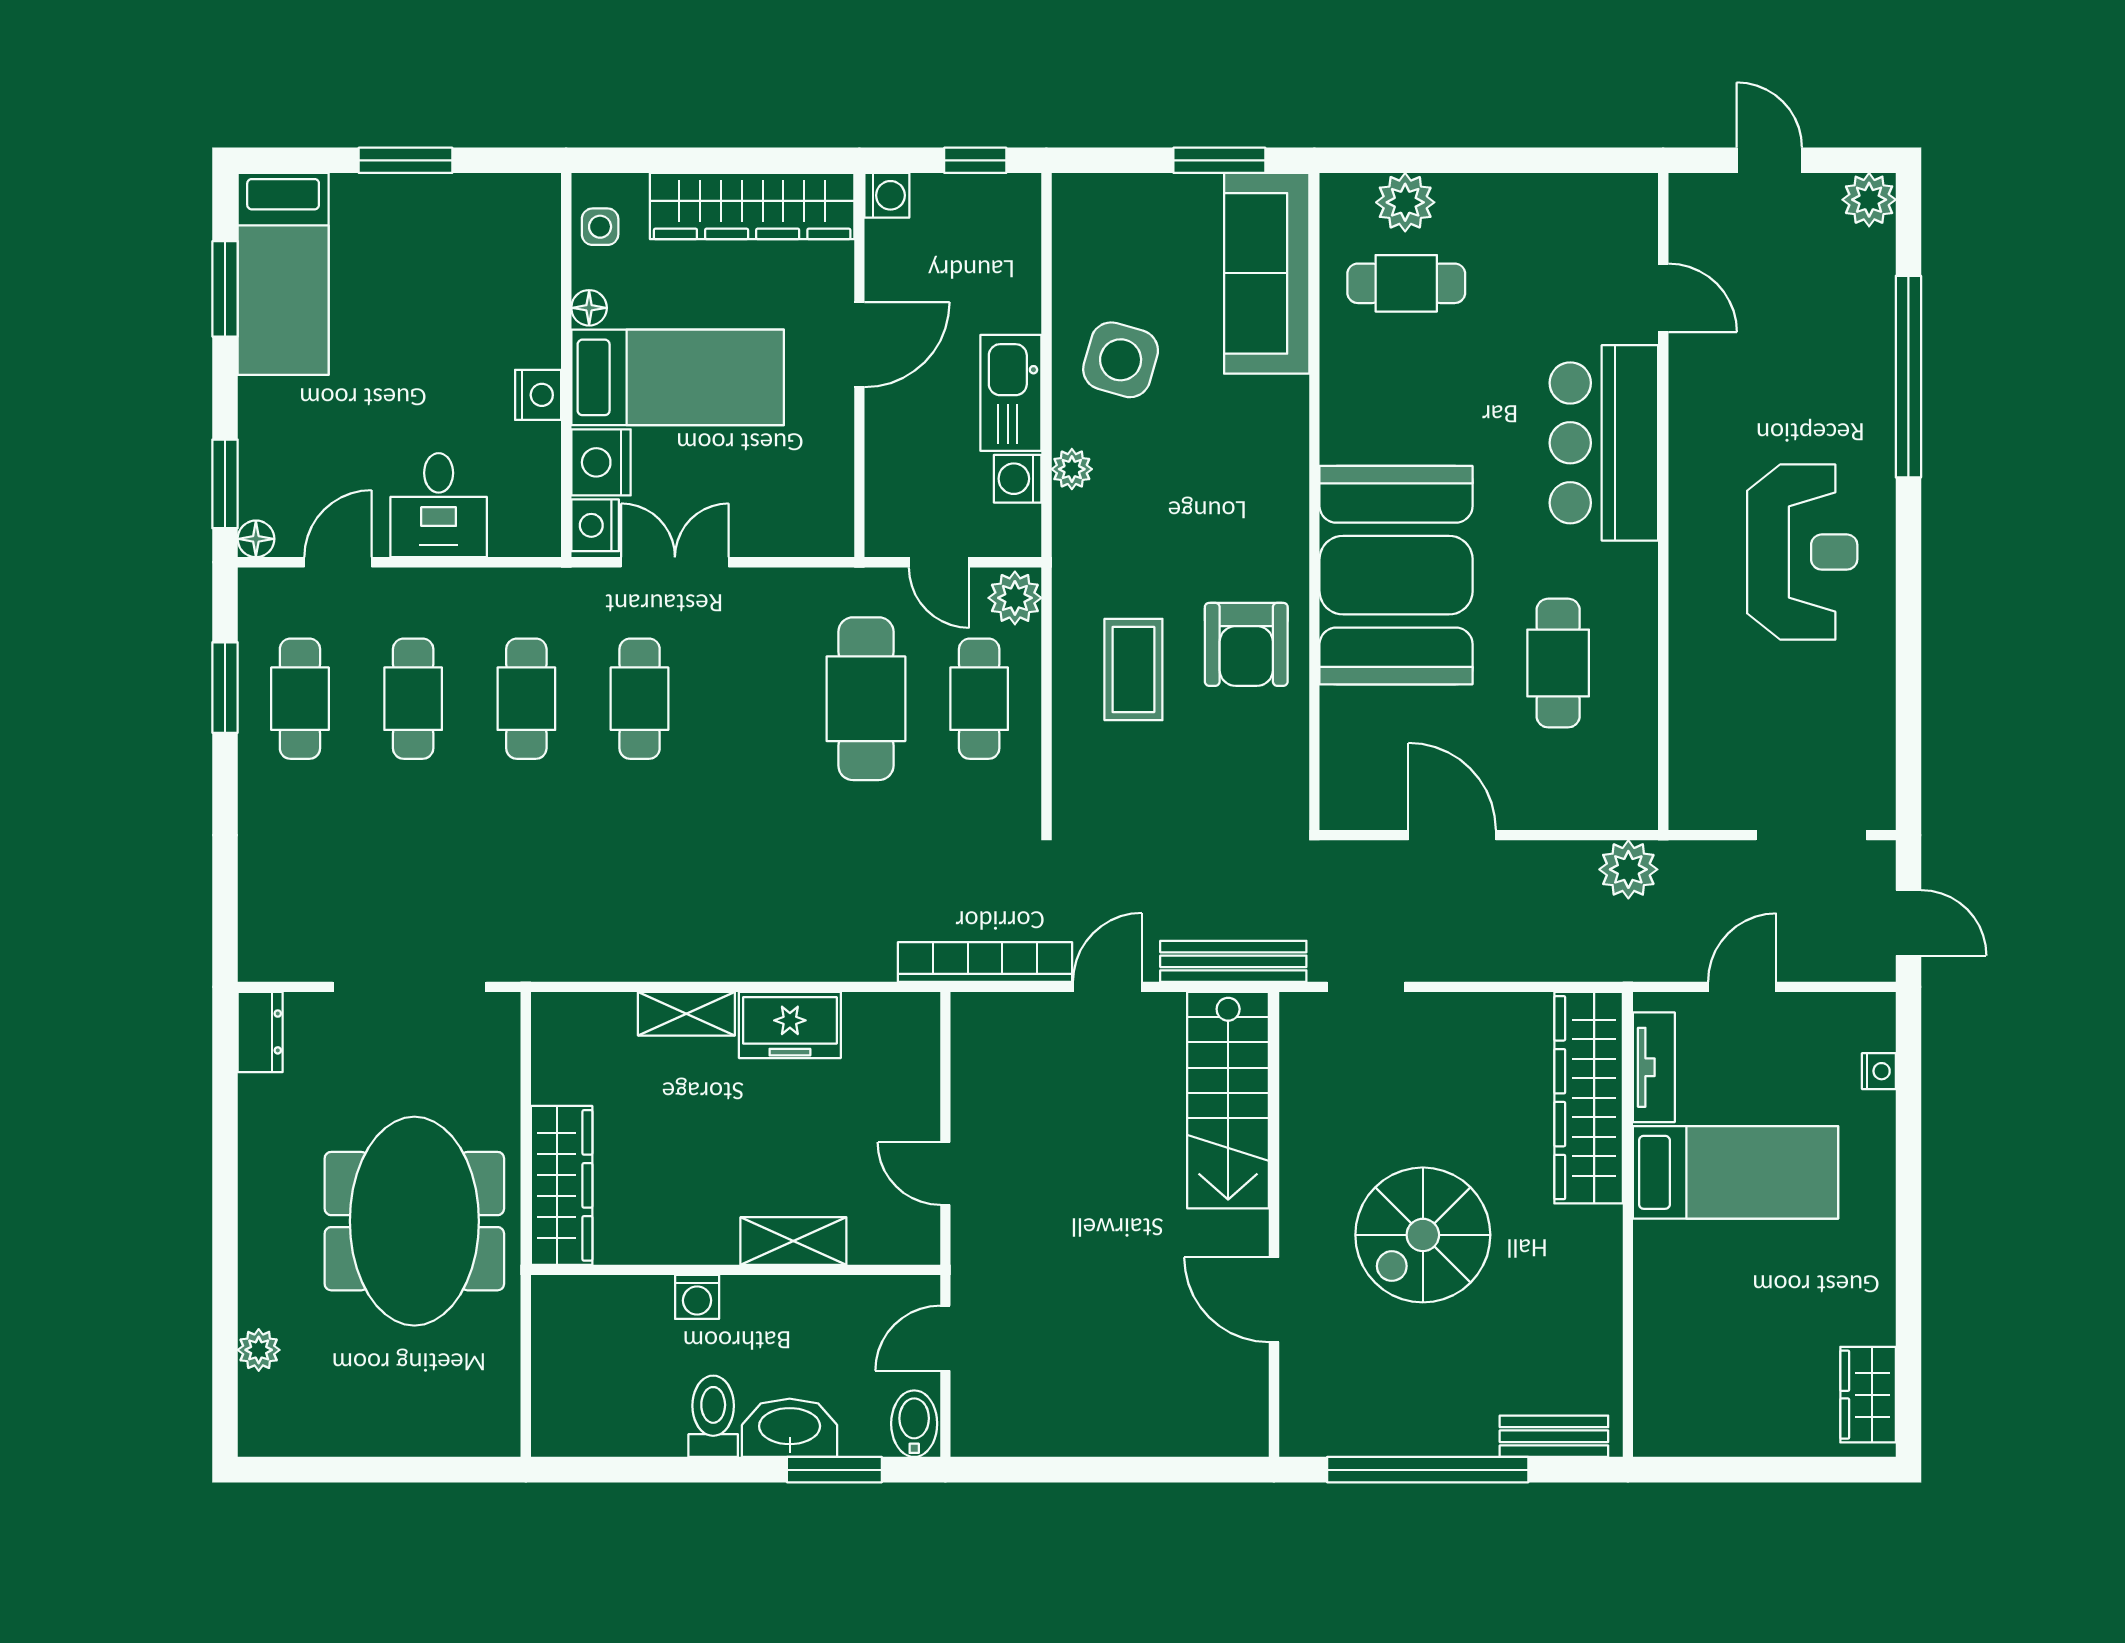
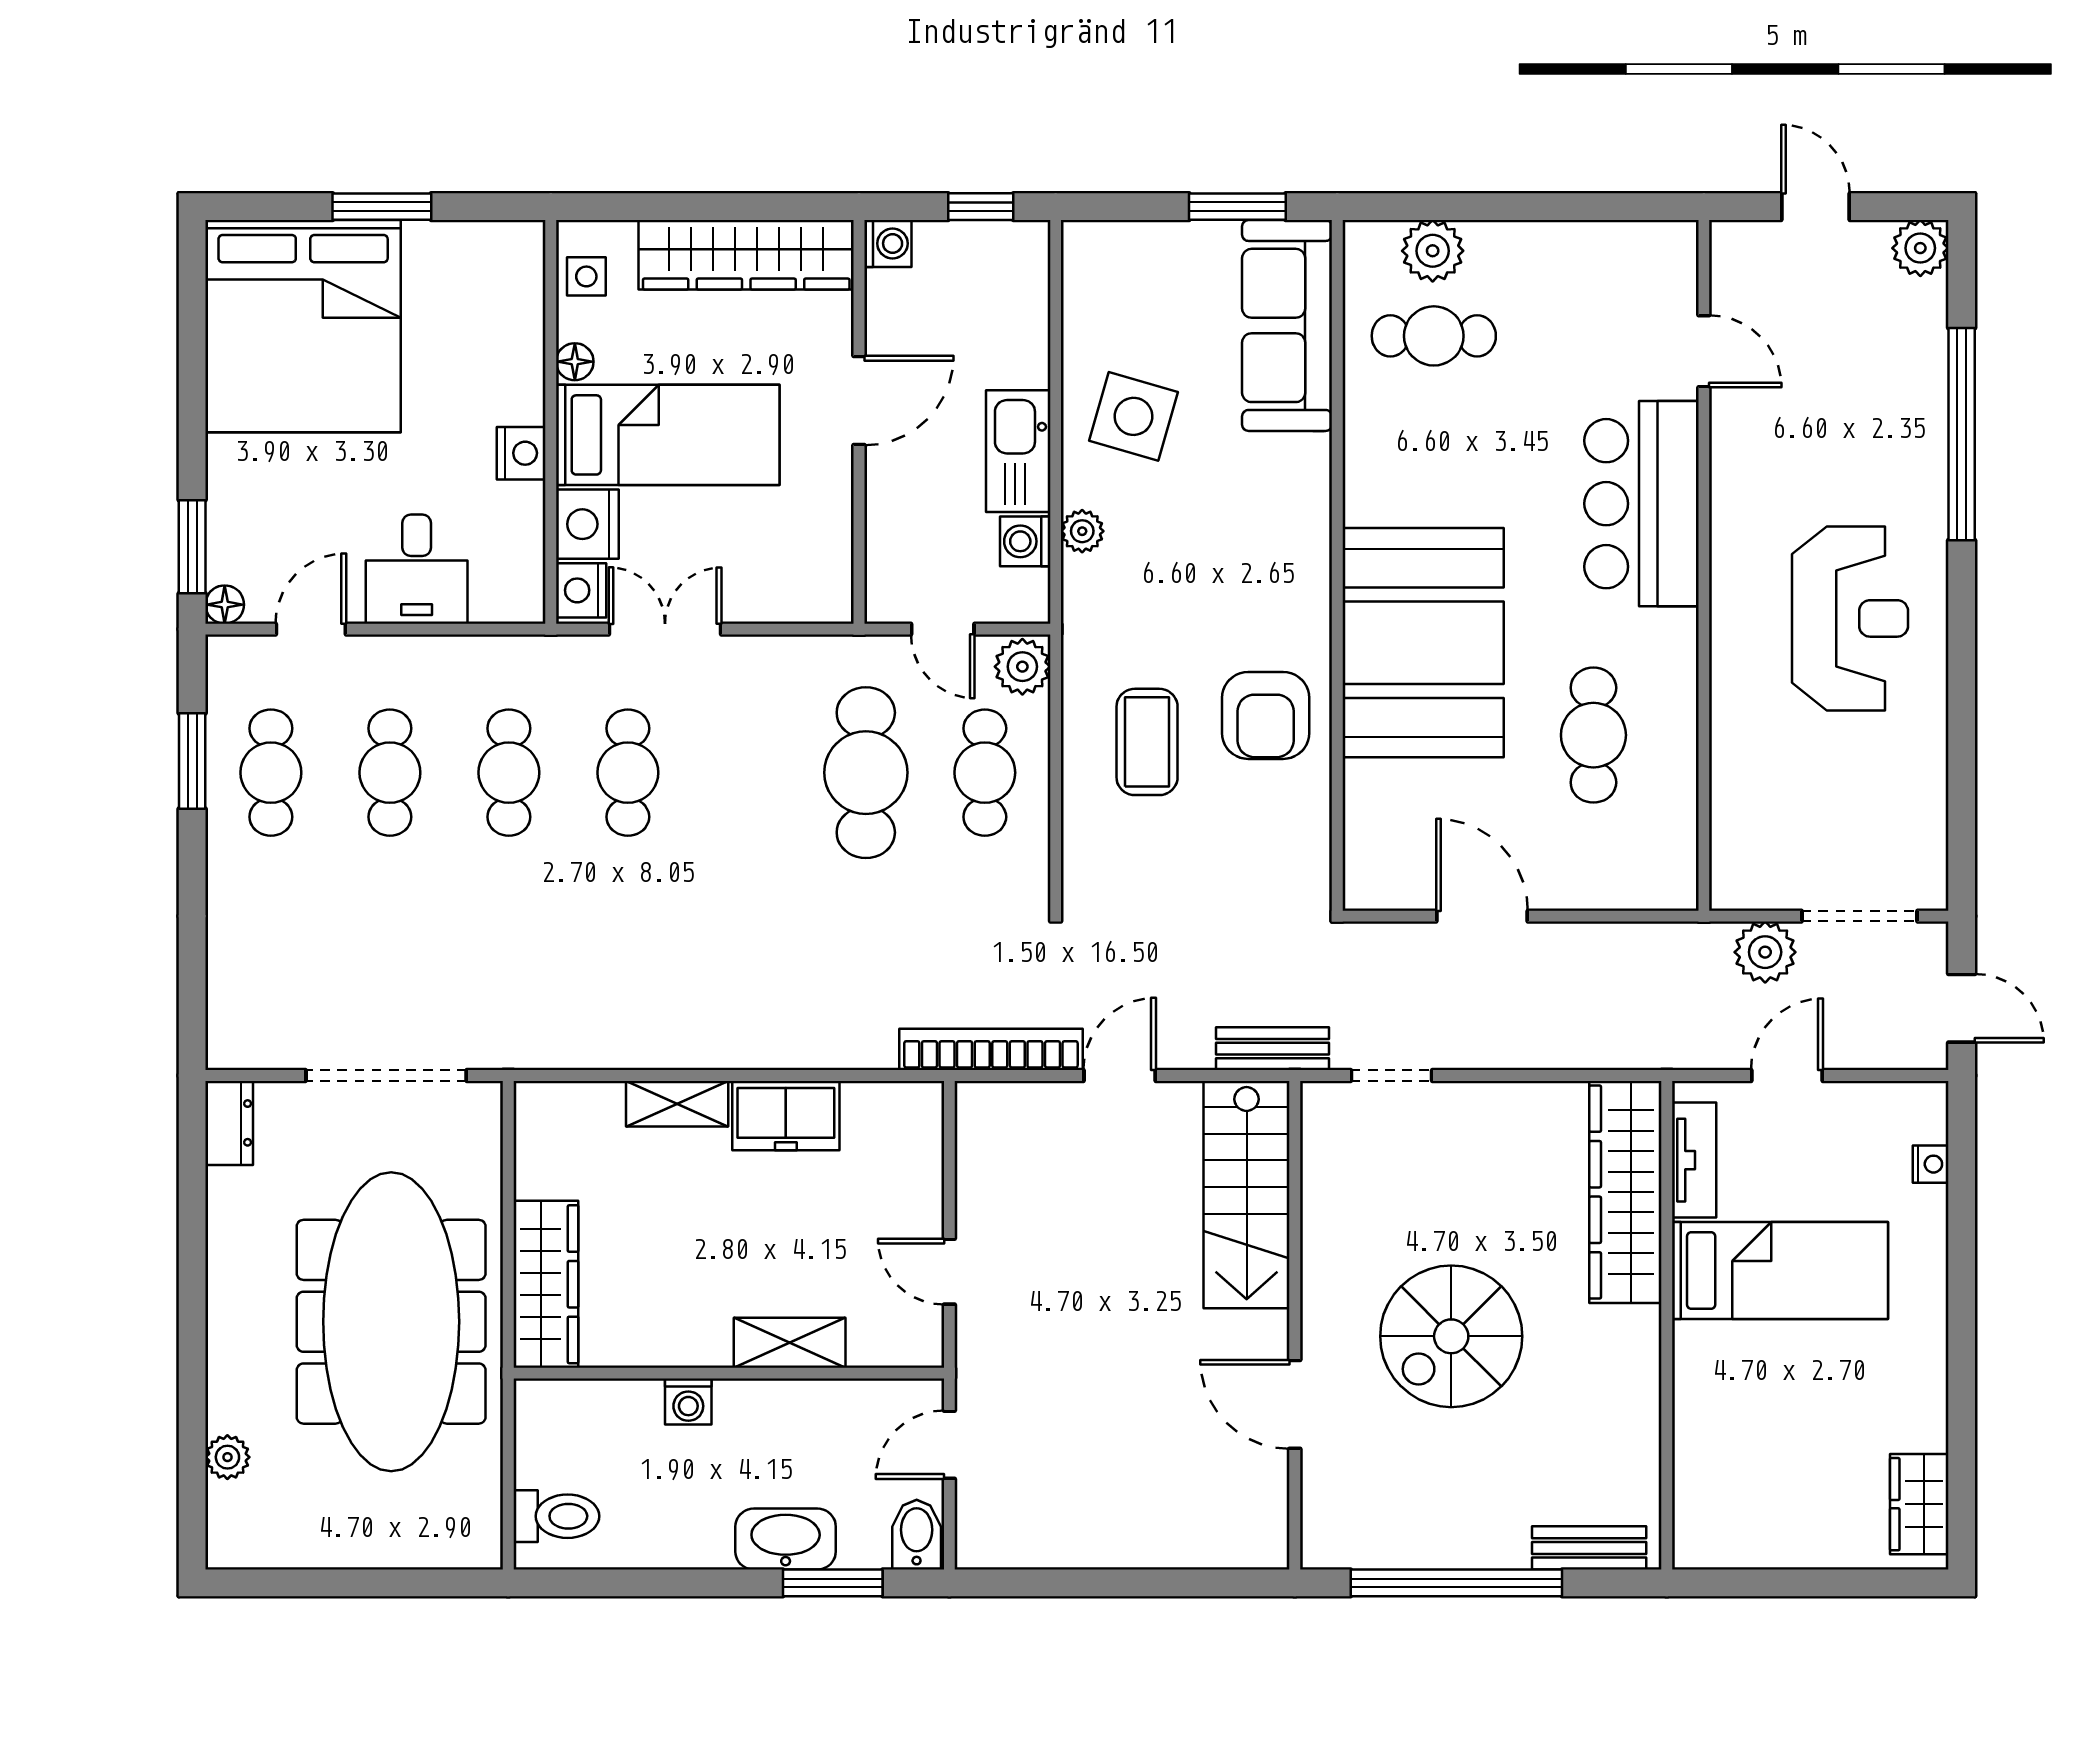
bed: (283, 274) -> (303, 326), width x2.04
window: (225, 289) -> (192, 342), removed
plant: (1628, 869) -> (1765, 952), moved
bench: (1233, 961) -> (1273, 1049), width x0.73
meeting table: (414, 1221) -> (391, 1322), width x1.36
toilet: (713, 1416) -> (556, 1516), moved, turned 90

